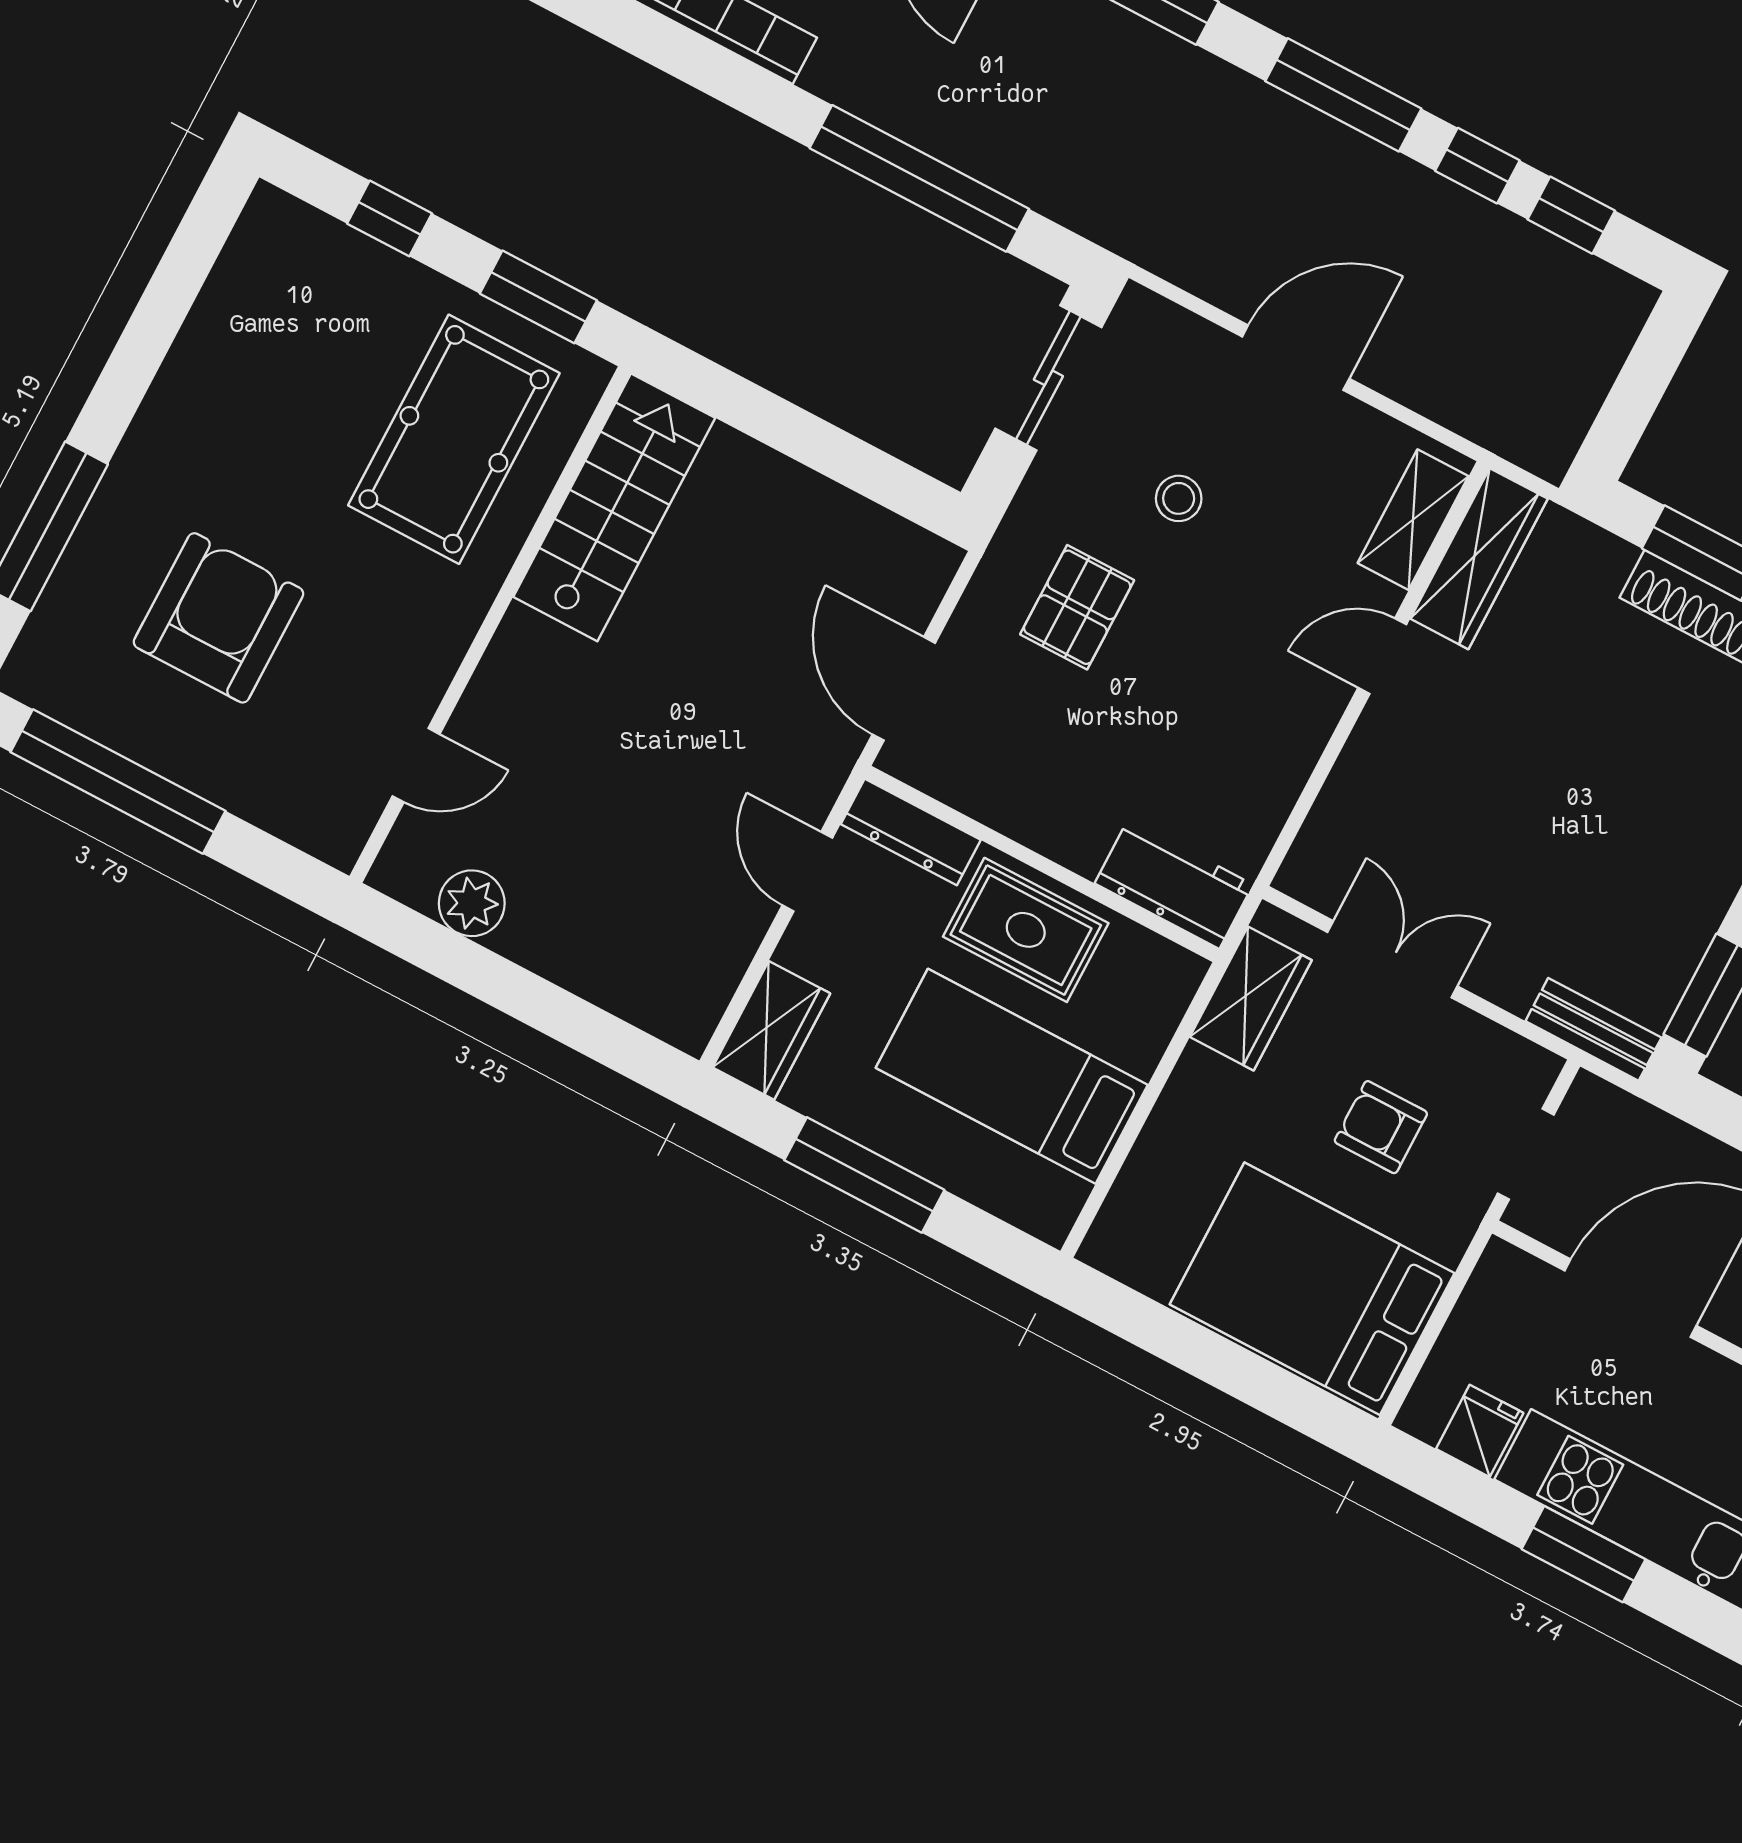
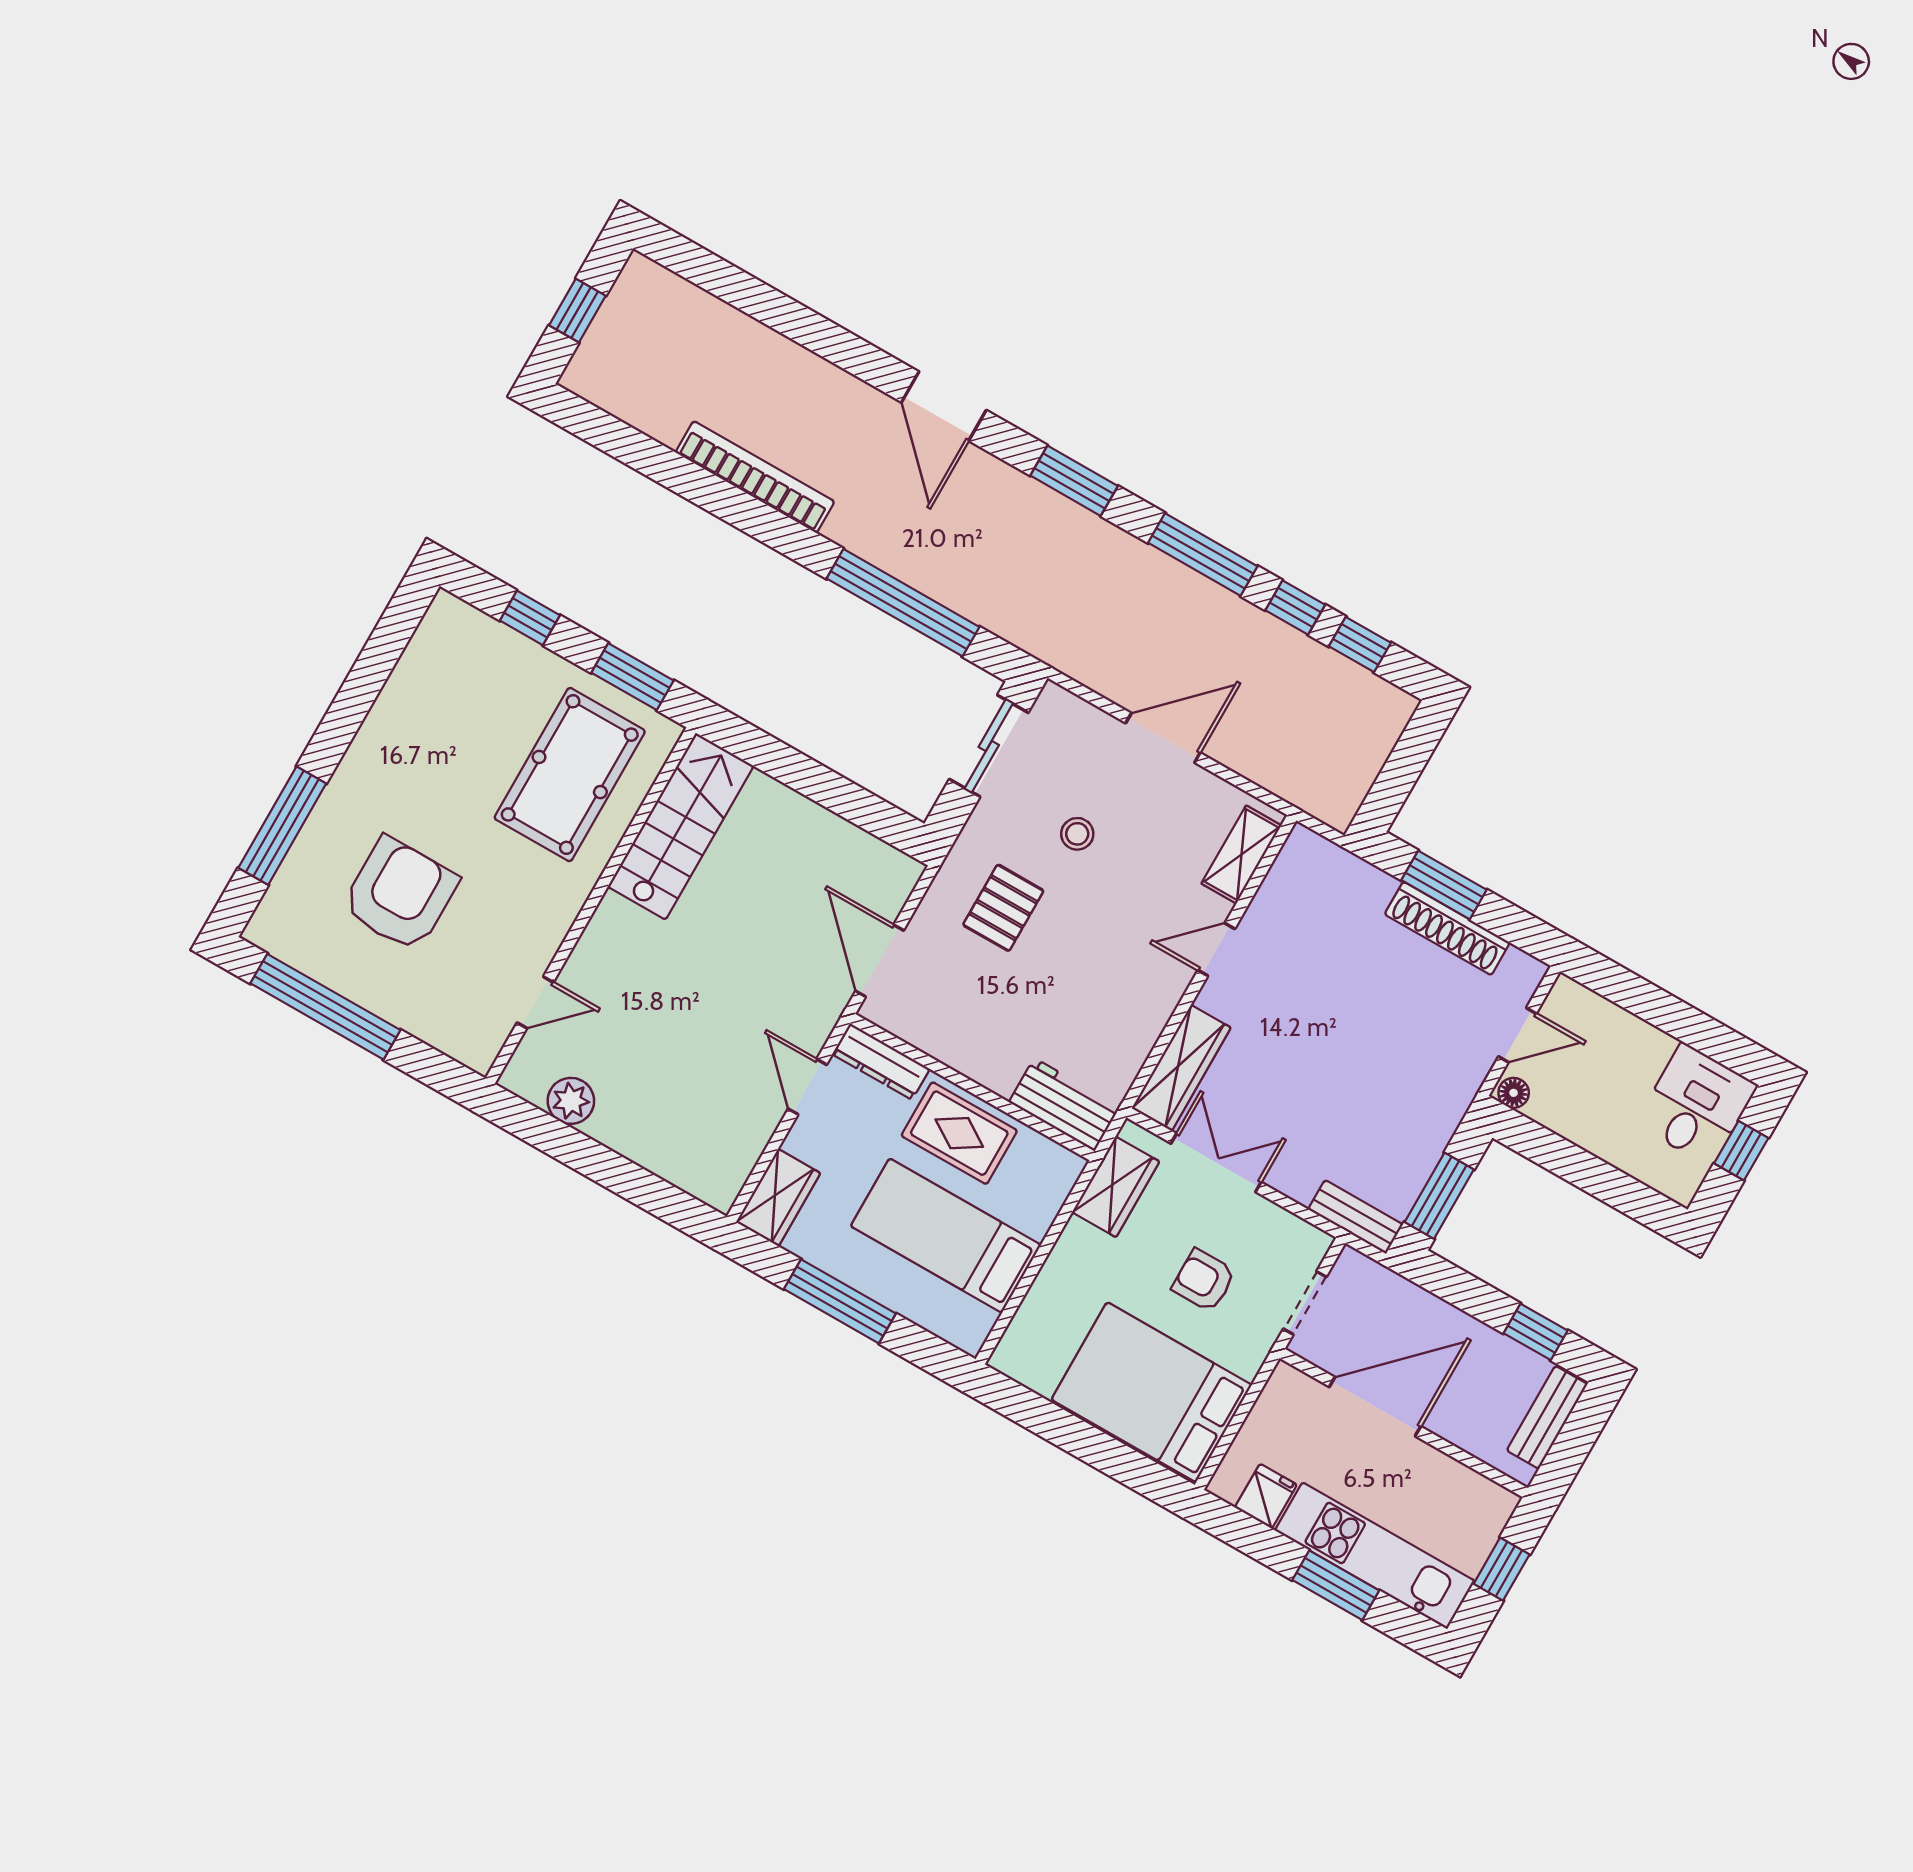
wardrobe: (1479, 559) -> (1181, 1068), moved

